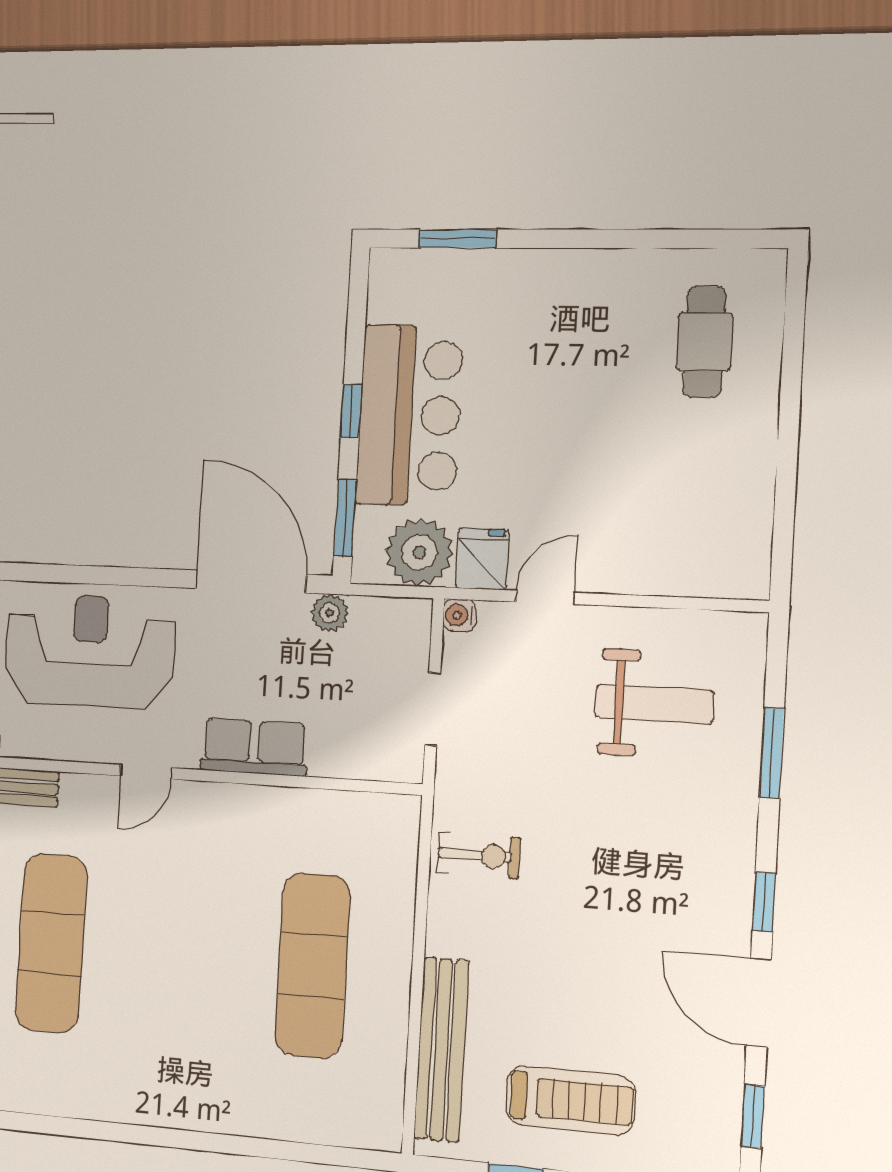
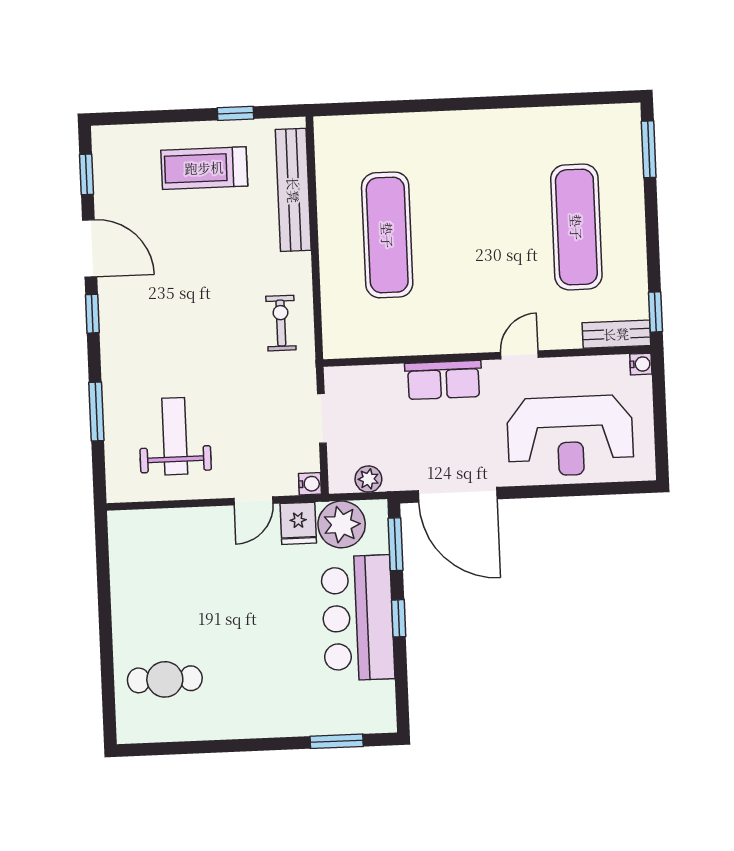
cafe table: (704, 342) -> (165, 679), turned 90
plant: (330, 613) -> (368, 479), moved
weight bench: (654, 704) -> (175, 436), turned 90
exercise bike: (479, 855) -> (281, 323), turned 90

